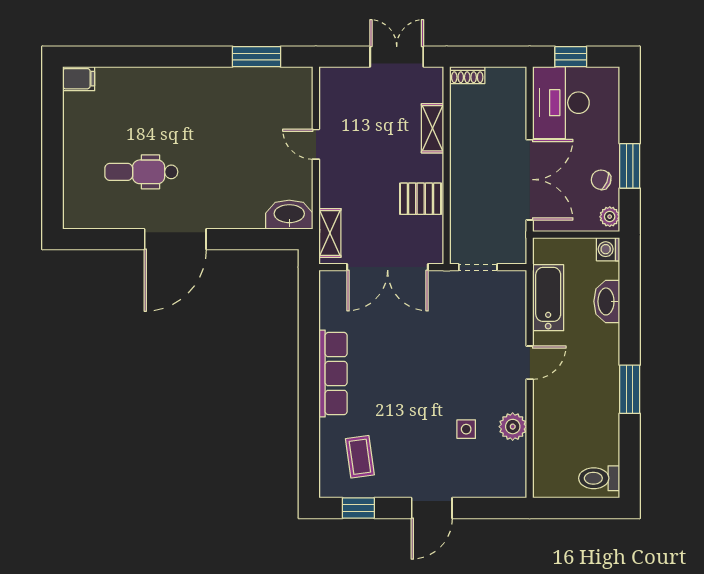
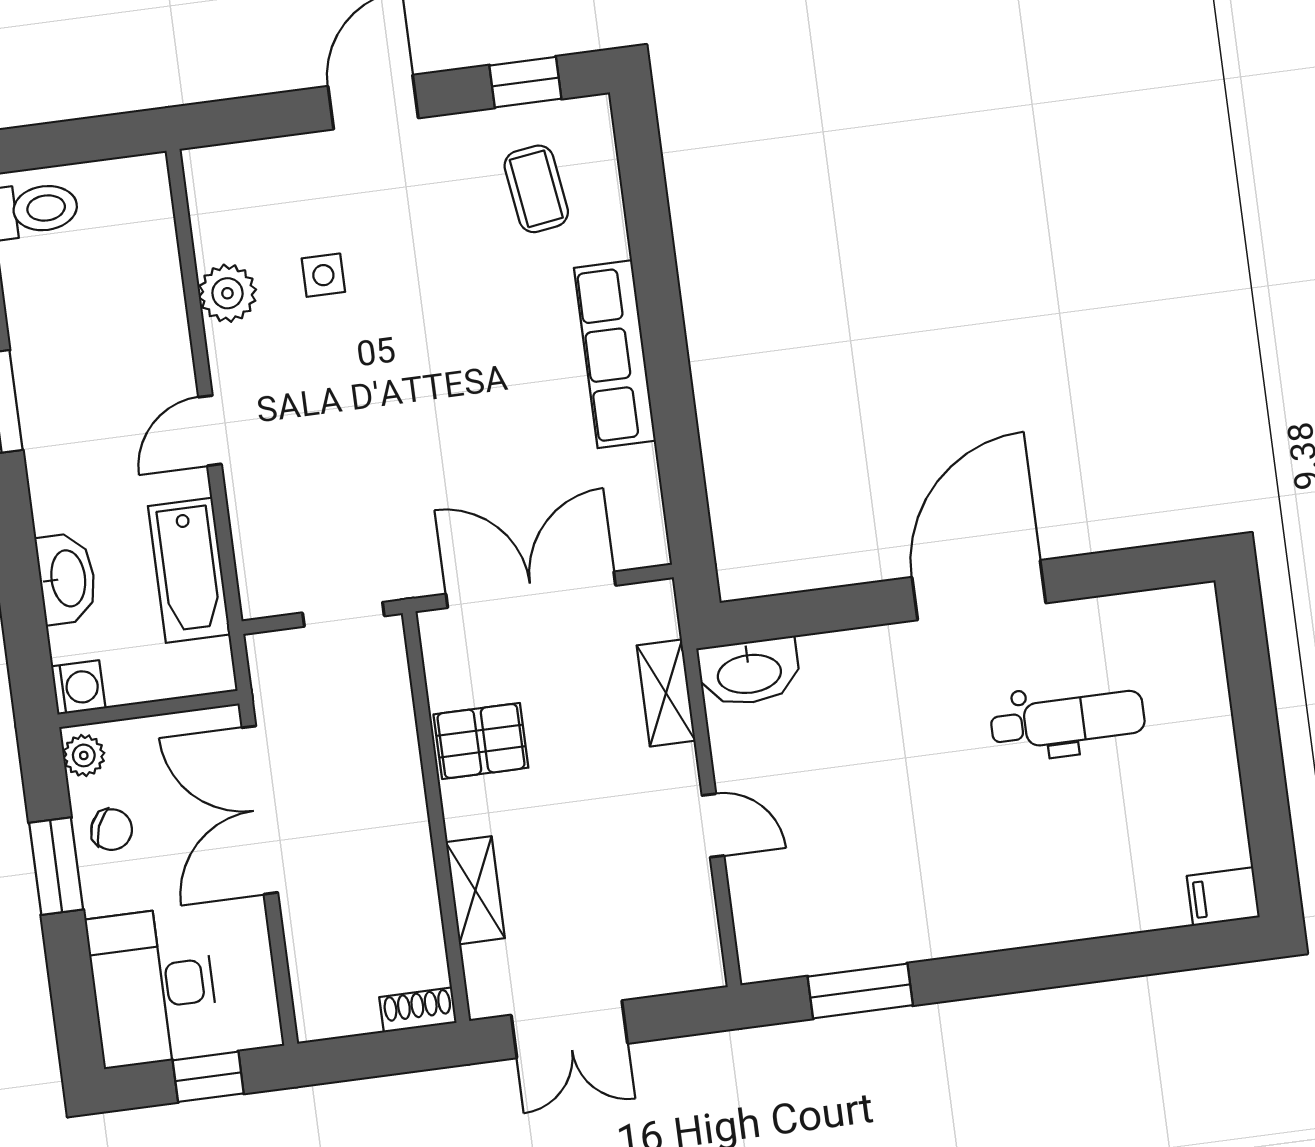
desk: (561, 103) -> (153, 987), moved, turned 180
shelving: (330, 233) -> (666, 693), moved

